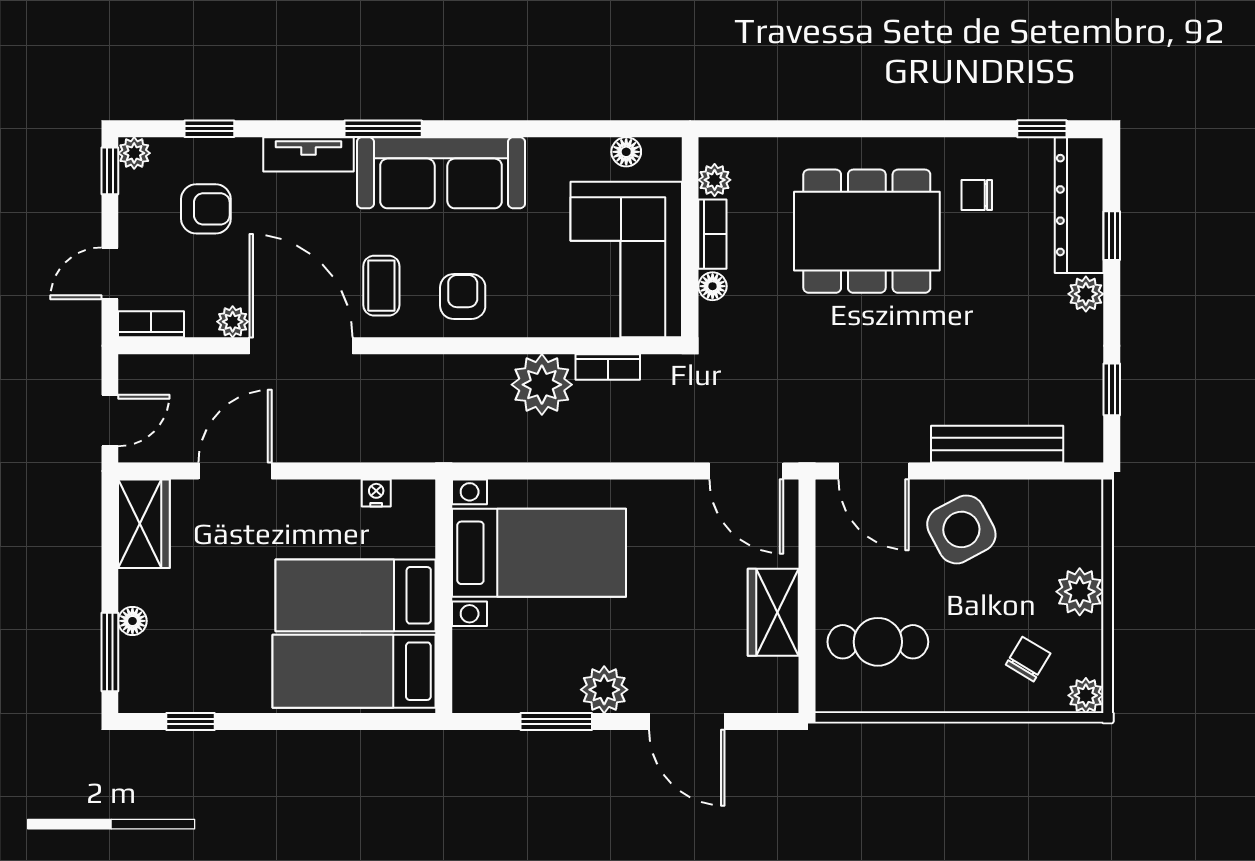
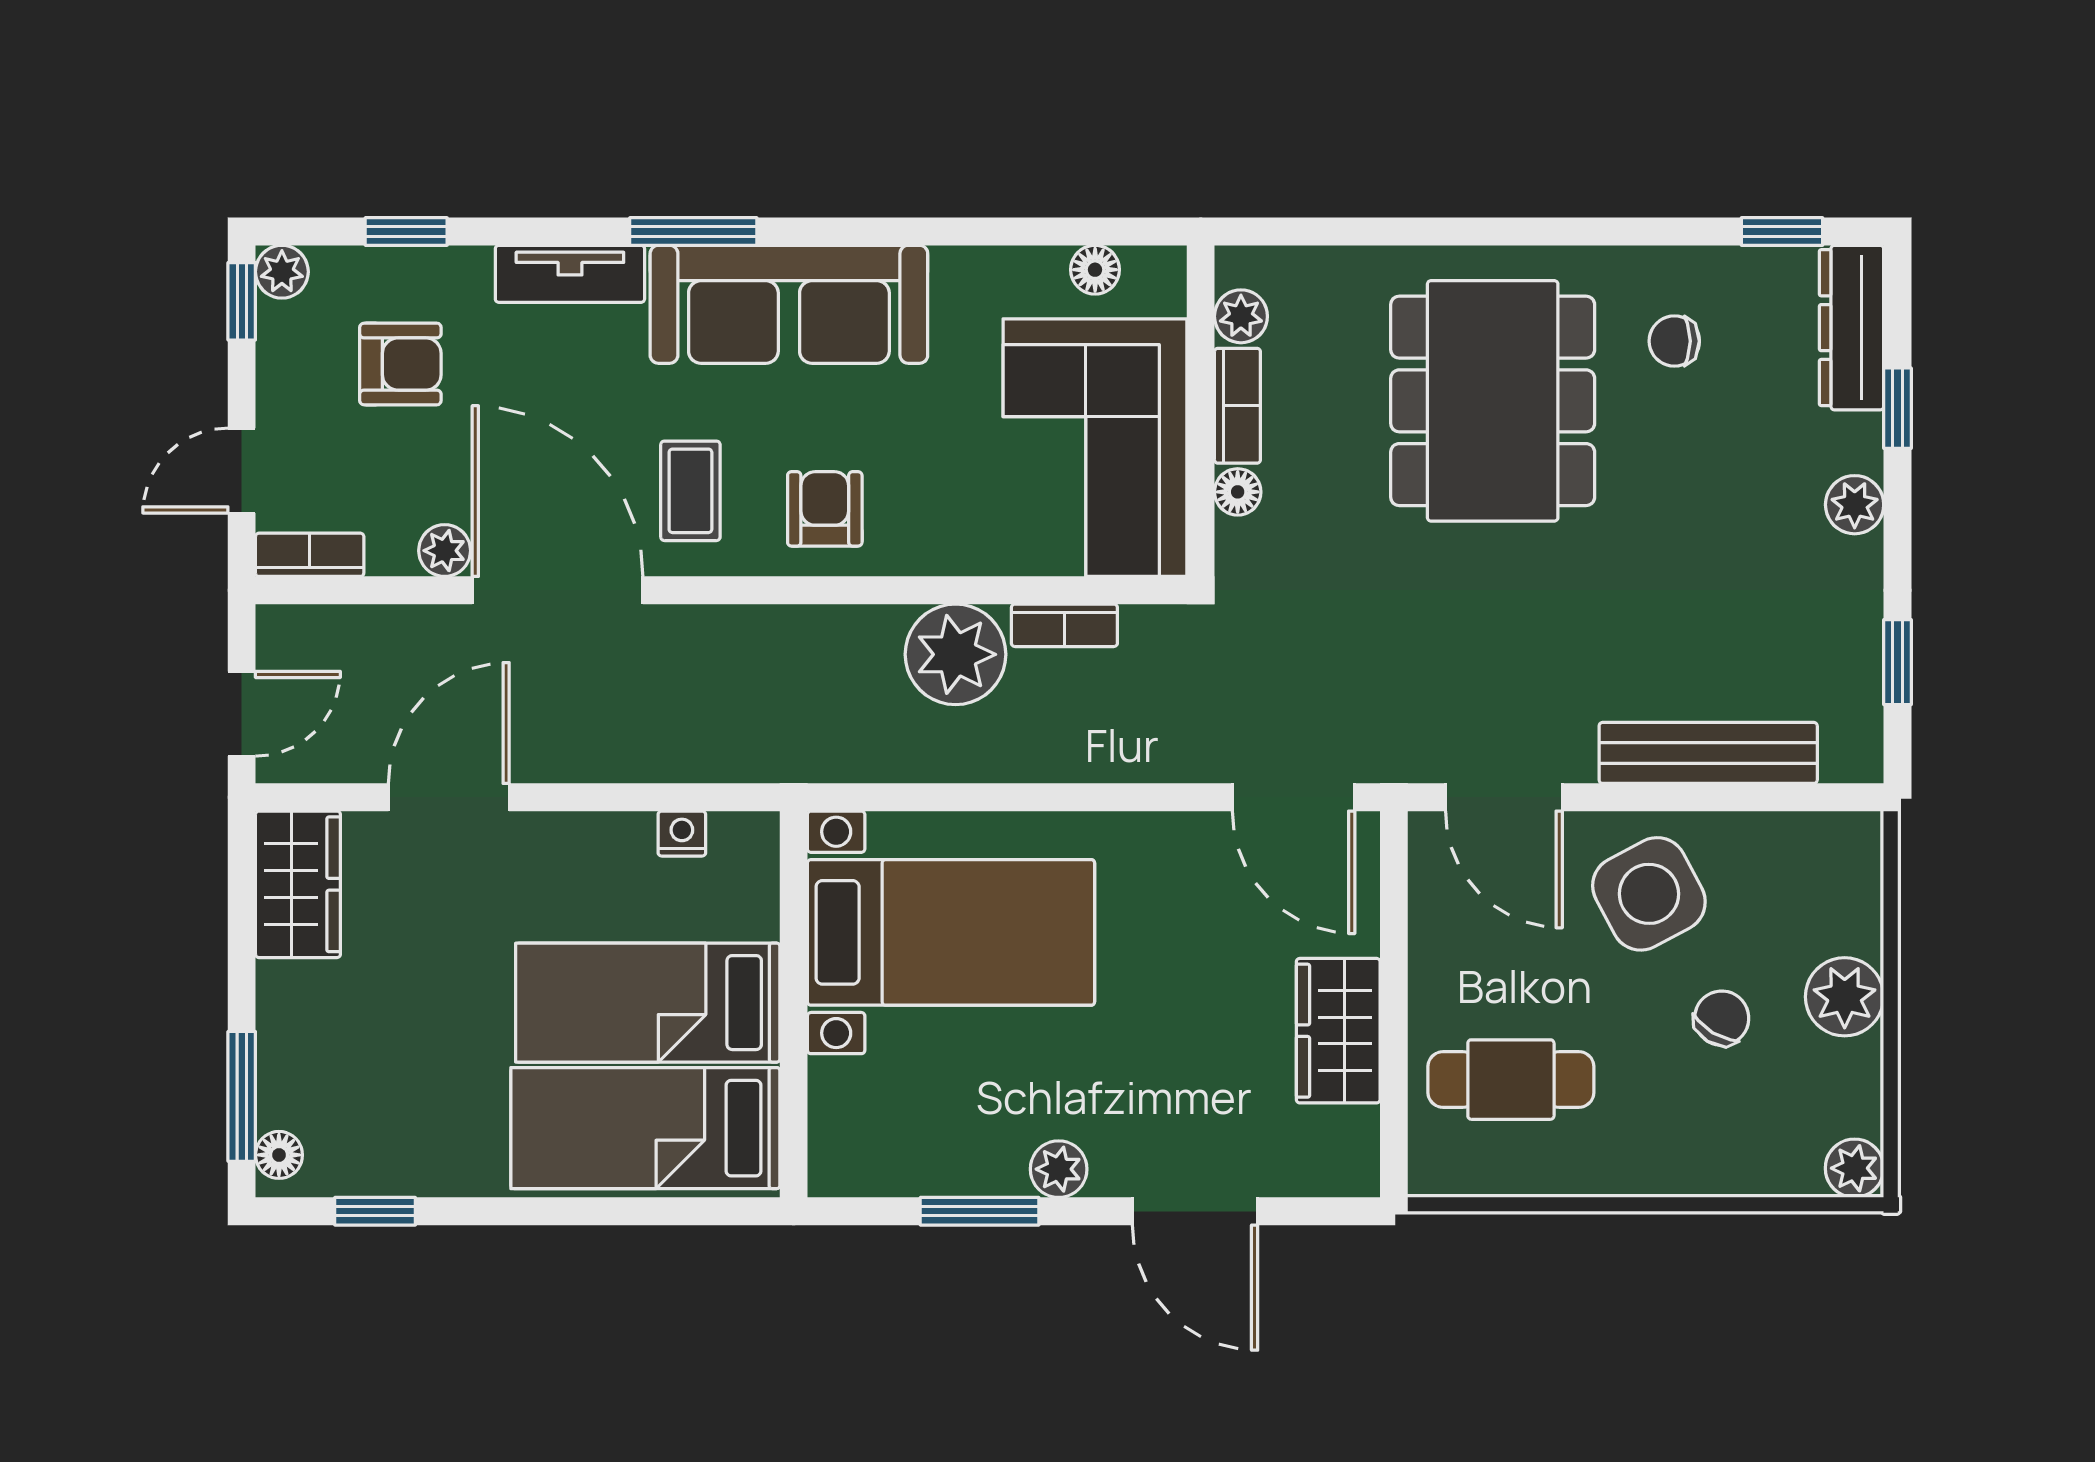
dresser: (1079, 205) -> (1852, 328), width x0.73, depth x0.80
dining table: (867, 231) -> (1493, 401), turned 90
floor lamp: (132, 621) -> (279, 1155), moved
chair: (1028, 659) -> (1722, 1018), moved
plant: (604, 690) -> (1059, 1169), width x0.73, depth x0.73

